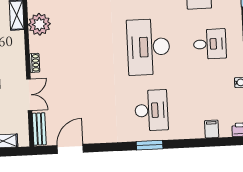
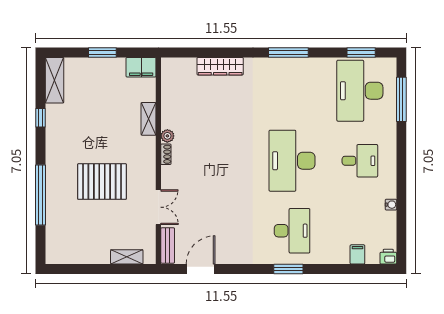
plant: (39, 24) -> (167, 136), width x0.53, depth x0.53
shoe rack: (35, 63) -> (166, 154), moved

